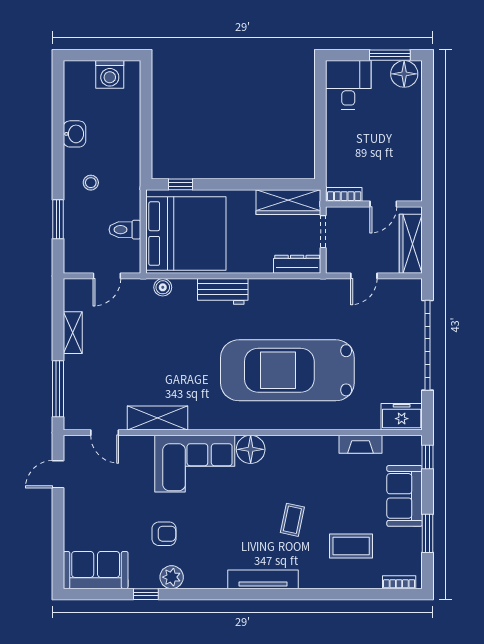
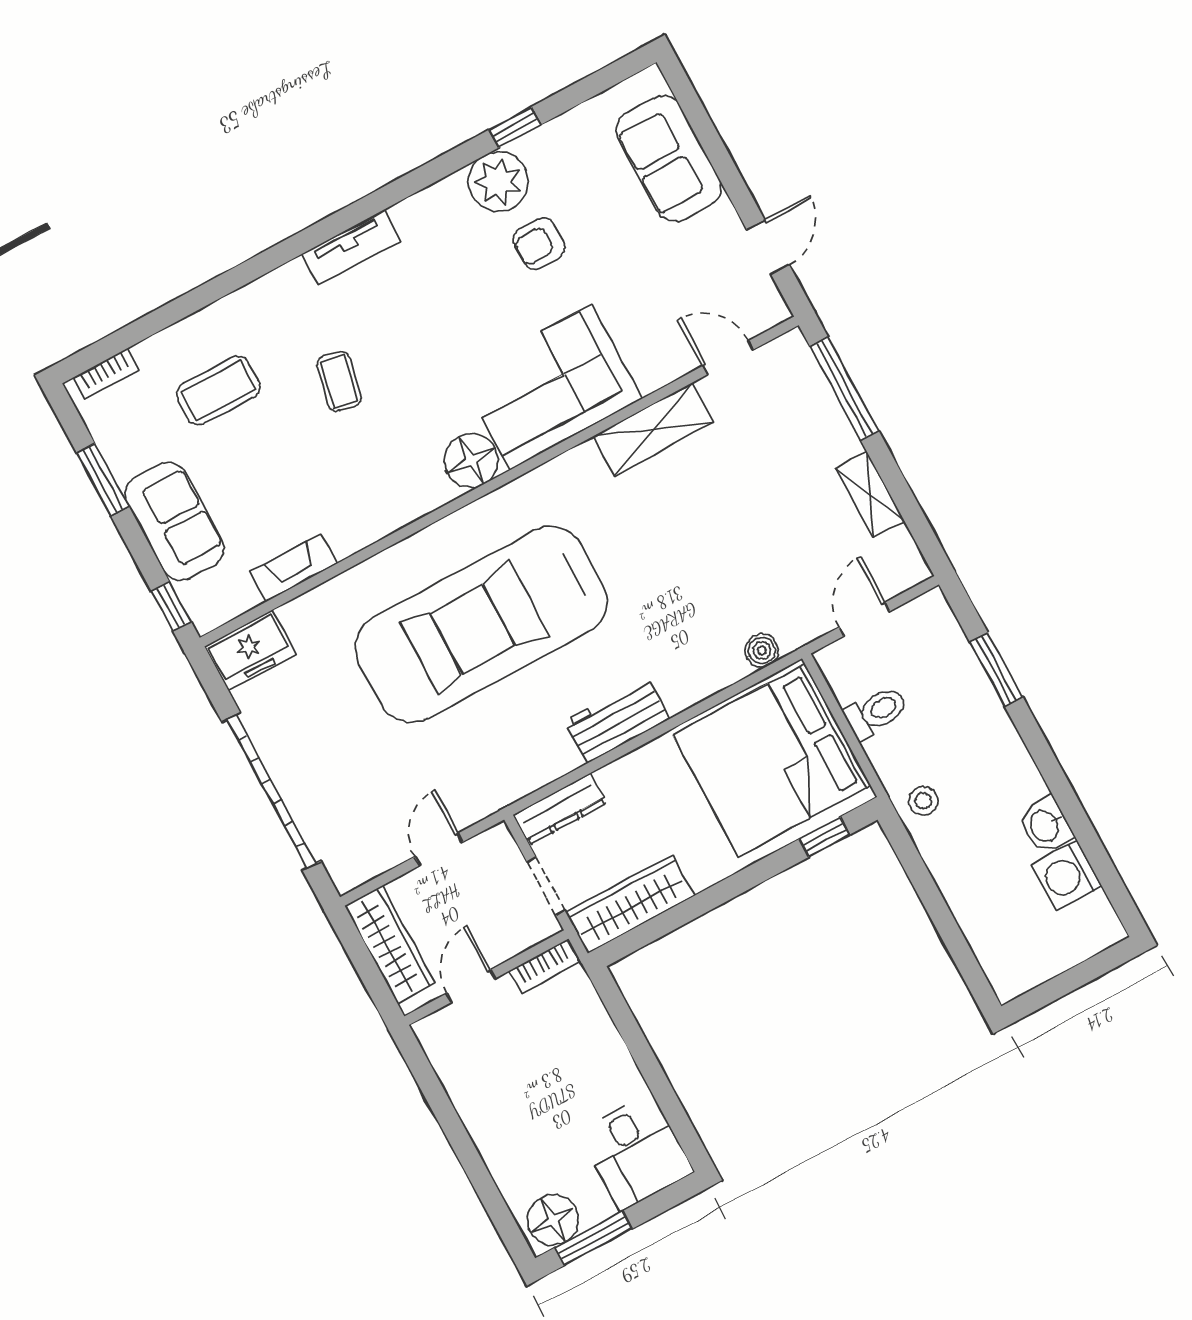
washing machine: (110, 74) -> (1067, 876), moved, turned -90
stool: (91, 183) -> (923, 801), moved
workbench: (223, 291) -> (617, 720), moved
car: (287, 370) -> (481, 625), turned 180
sofa: (96, 570) -> (669, 159), moved, turned 90
plant: (172, 577) -> (498, 181), width x1.36, depth x1.36
tv unit: (263, 579) -> (351, 248), width x0.71

